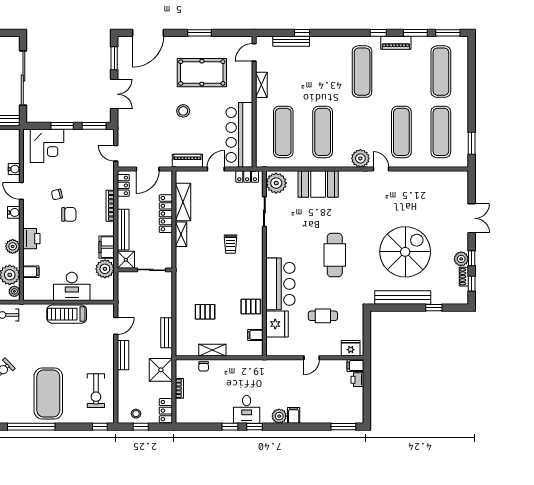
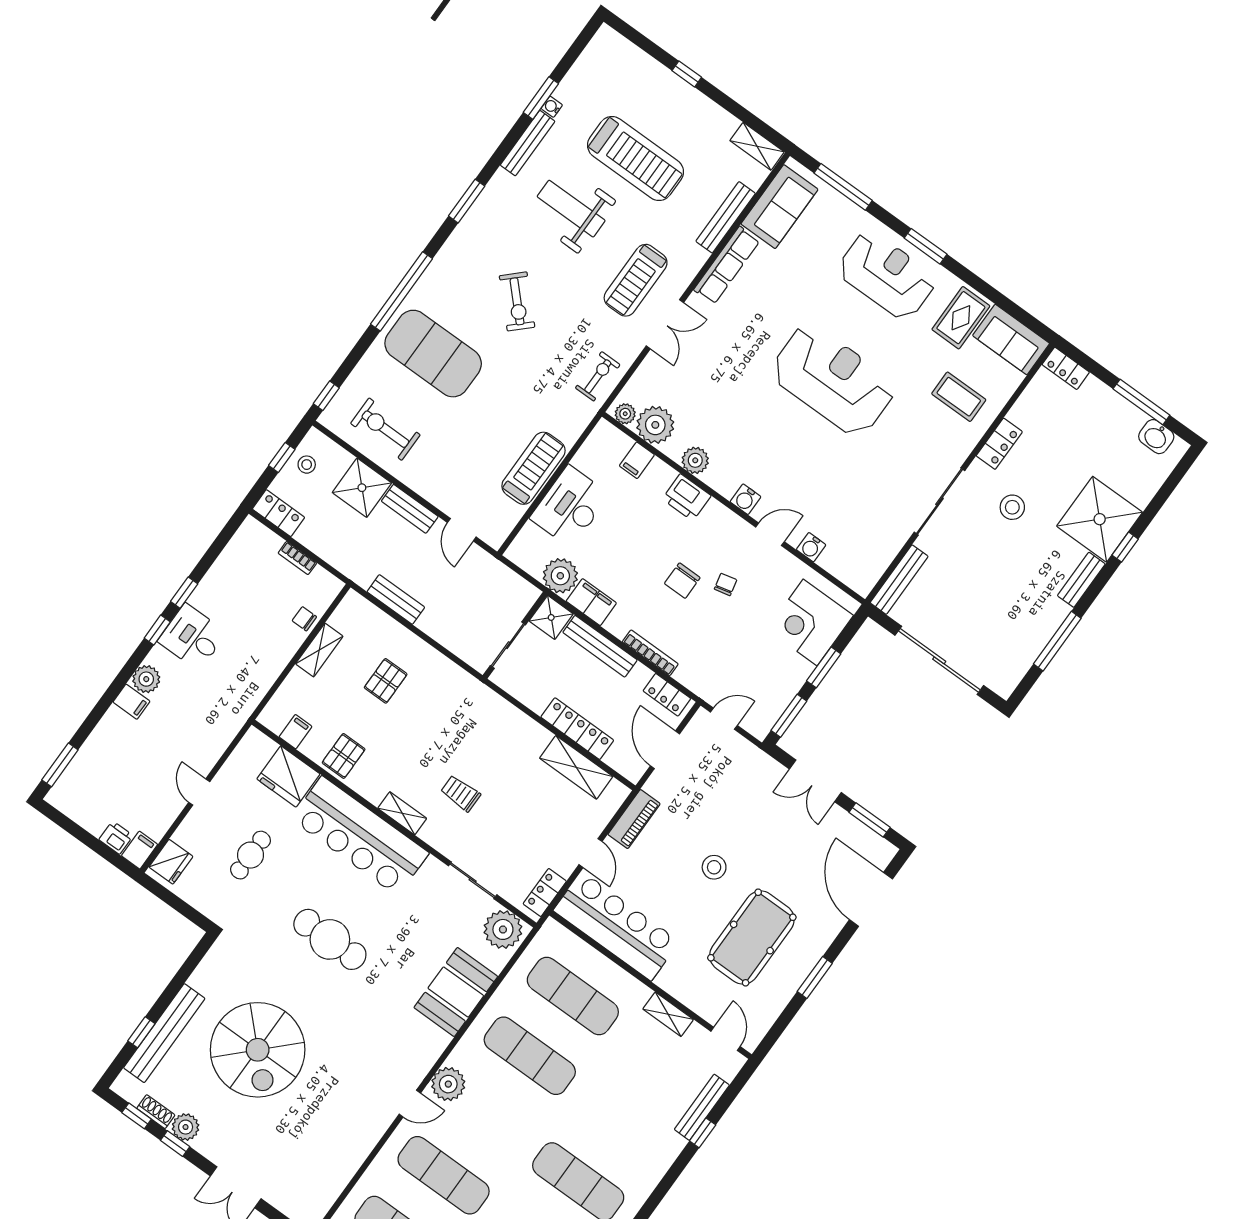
shelving: (181, 234) -> (402, 813), moved
bar counter: (280, 284) -> (360, 836), width x1.36
bench: (403, 298) -> (164, 1033), moved
shower: (161, 370) -> (362, 488), moved

